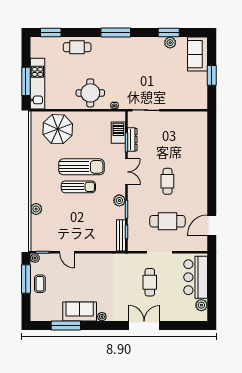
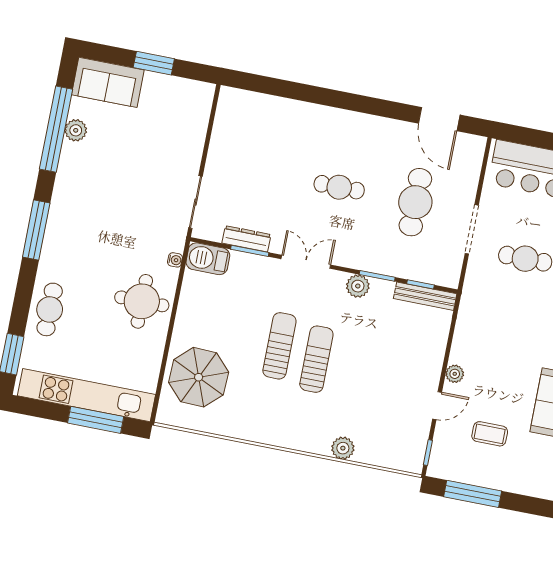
window: (169, 33) -> (56, 129), width x2.11
kitchen unit: (37, 84) -> (87, 395), width x1.36
barbecue: (118, 133) -> (208, 259), moved
sun lounger: (81, 167) -> (279, 346), width x0.73, depth x0.75
plant: (35, 258) -> (455, 374), moved
coffee table: (40, 284) -> (490, 434), moved

